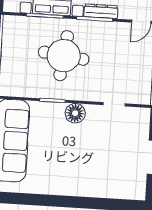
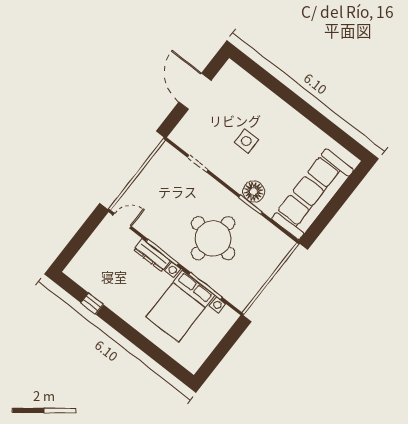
floor lamp: (75, 113) -> (254, 192), moved
side table: (89, 147) -> (246, 141), added

